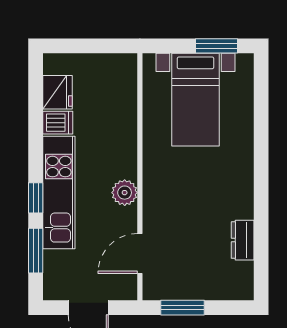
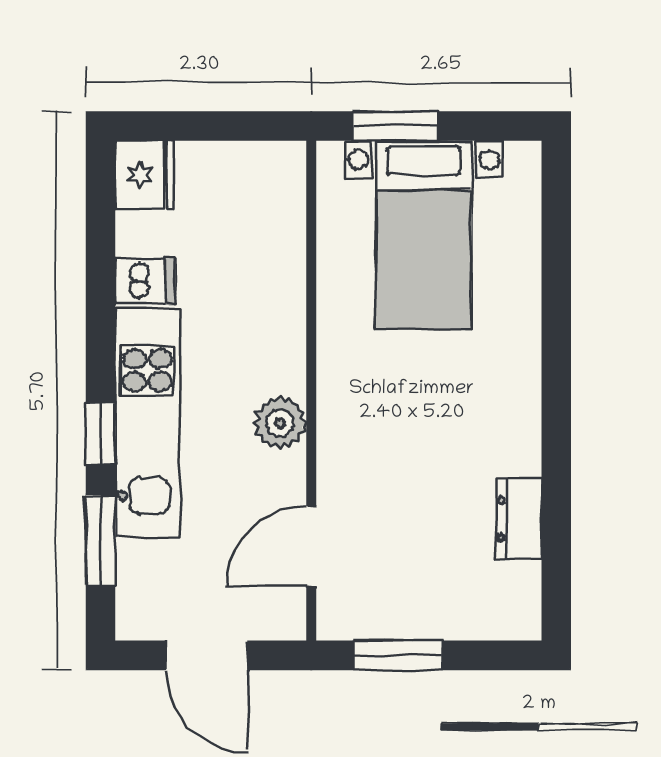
window: (216, 46) -> (395, 126), moved
fridge: (58, 92) -> (145, 175), moved

